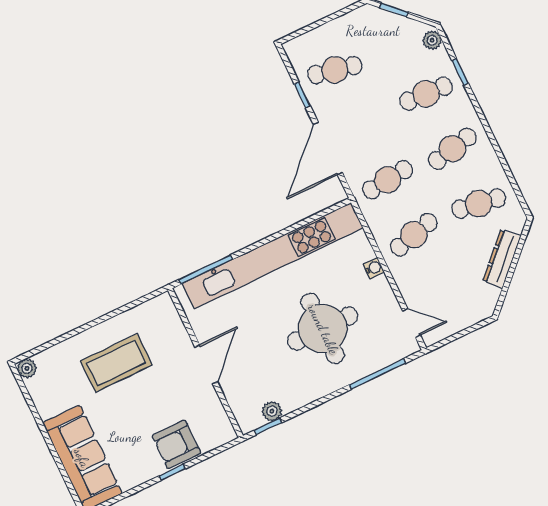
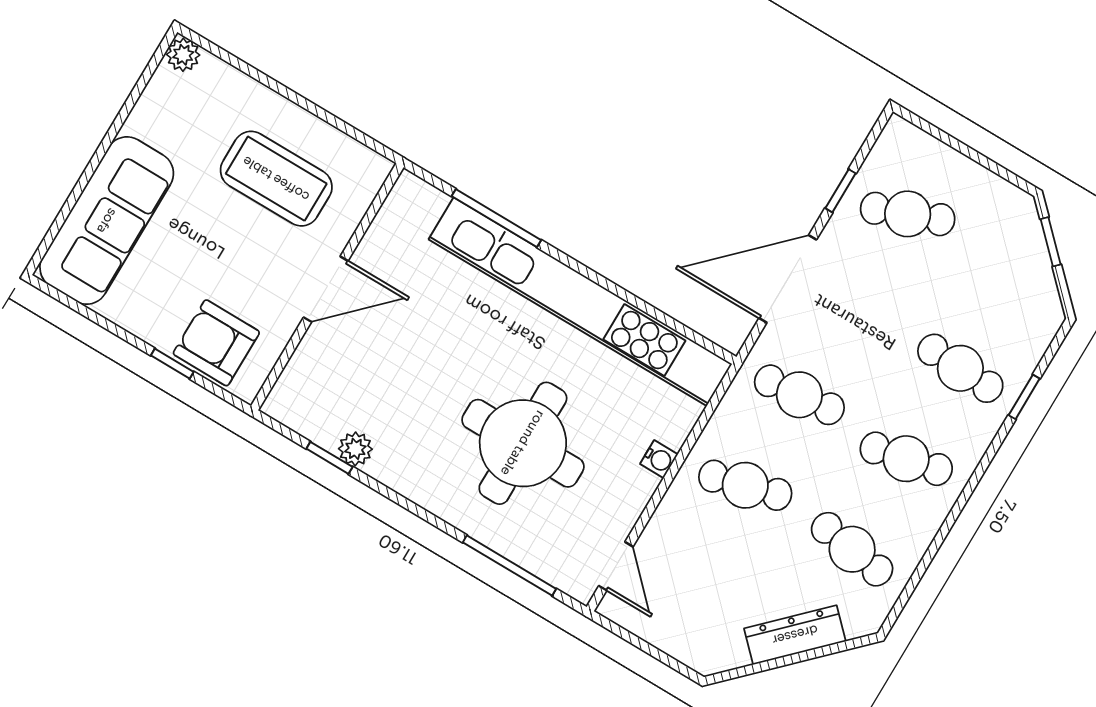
plant: (432, 40) -> (1043, 326), removed
cafe table: (335, 70) -> (908, 214), turned -33
wall: (206, 363) -> (327, 287), moved
door: (206, 364) -> (326, 289), moved

